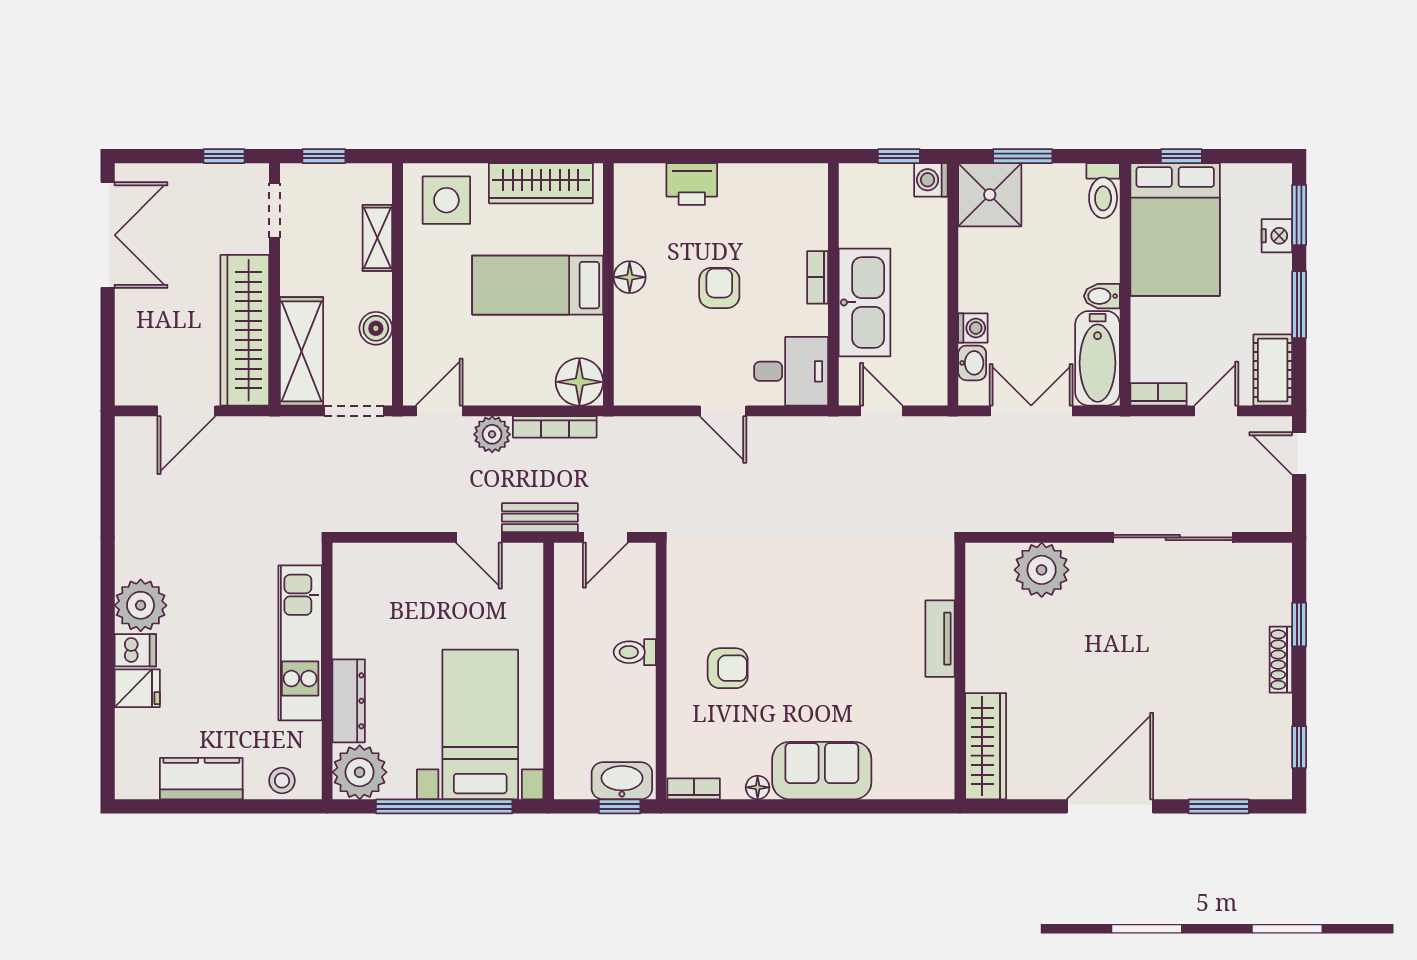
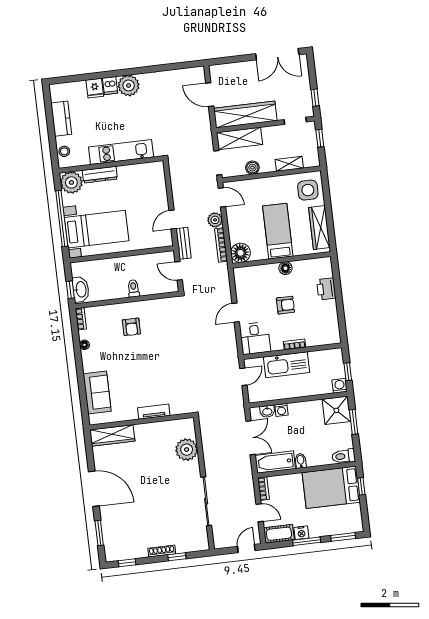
nightstand: (1277, 236) -> (301, 533), moved
sofa: (822, 771) -> (97, 393), moved

